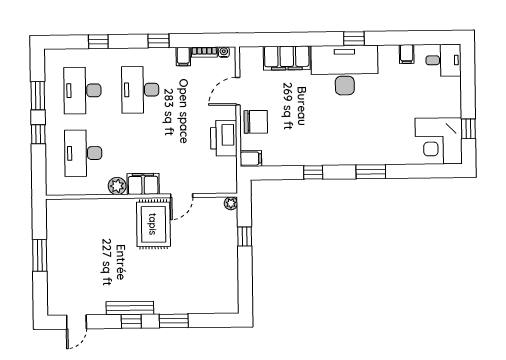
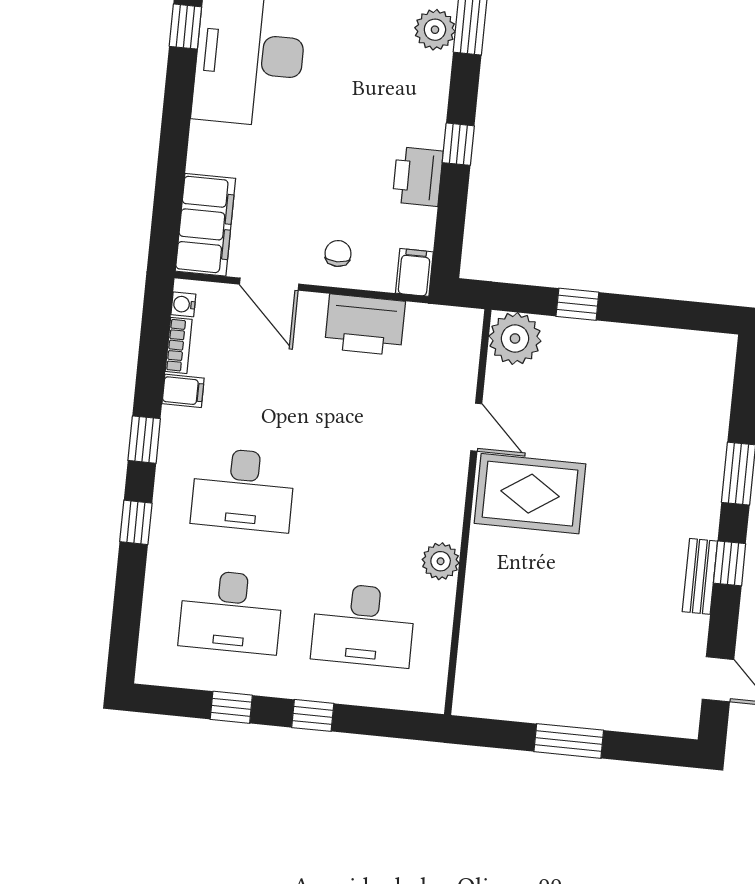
window: (98, 42) -> (136, 522), moved
filing cabinet: (287, 58) -> (205, 225), moved
window: (38, 96) -> (231, 707), width x0.67
chair: (256, 122) -> (338, 253), width x0.54, depth x0.54
printer: (296, 155) -> (418, 177), added
plant: (366, 155) -> (435, 30), added
filing cabinet: (143, 184) -> (442, 506), removed
plant: (231, 203) -> (515, 339), width x1.87, depth x1.87
bench: (130, 308) -> (700, 576), width x0.73

